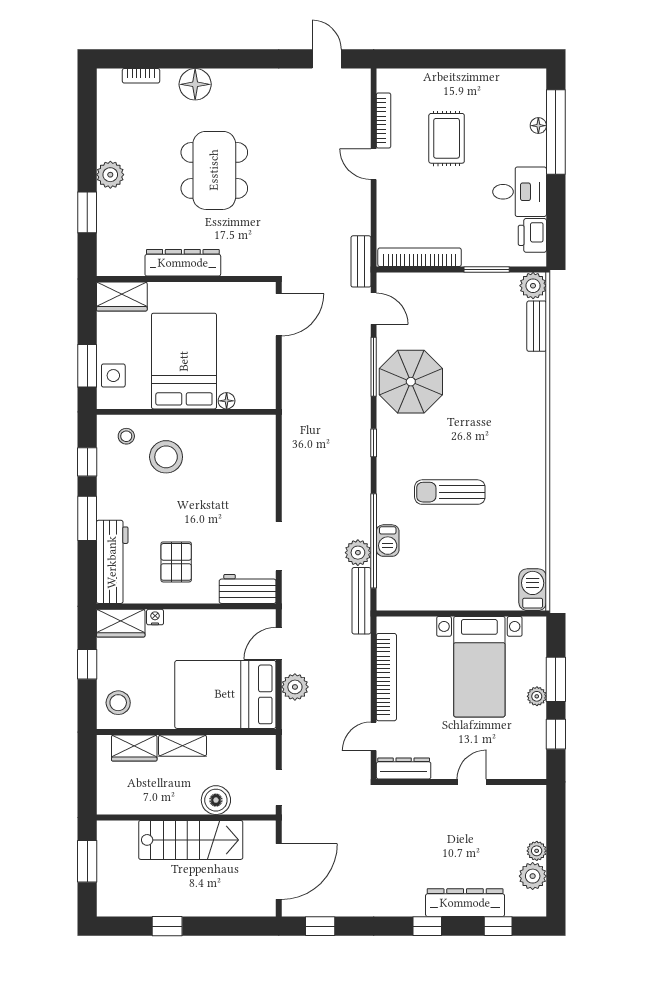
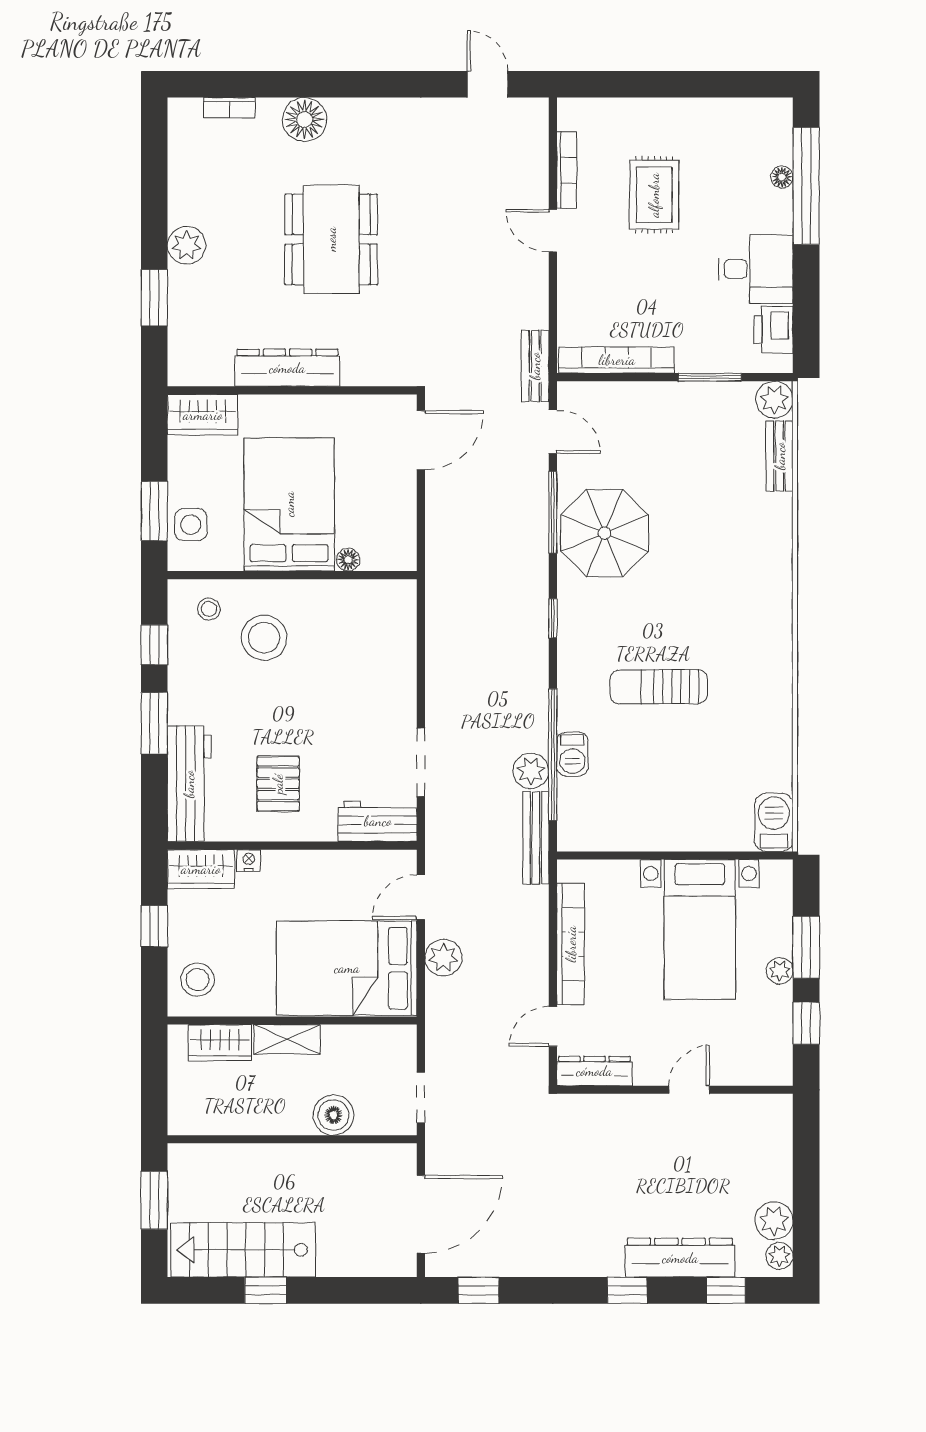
stairs: (191, 840) -> (243, 1250), moved, turned 180
plant: (537, 851) -> (779, 1256), moved

